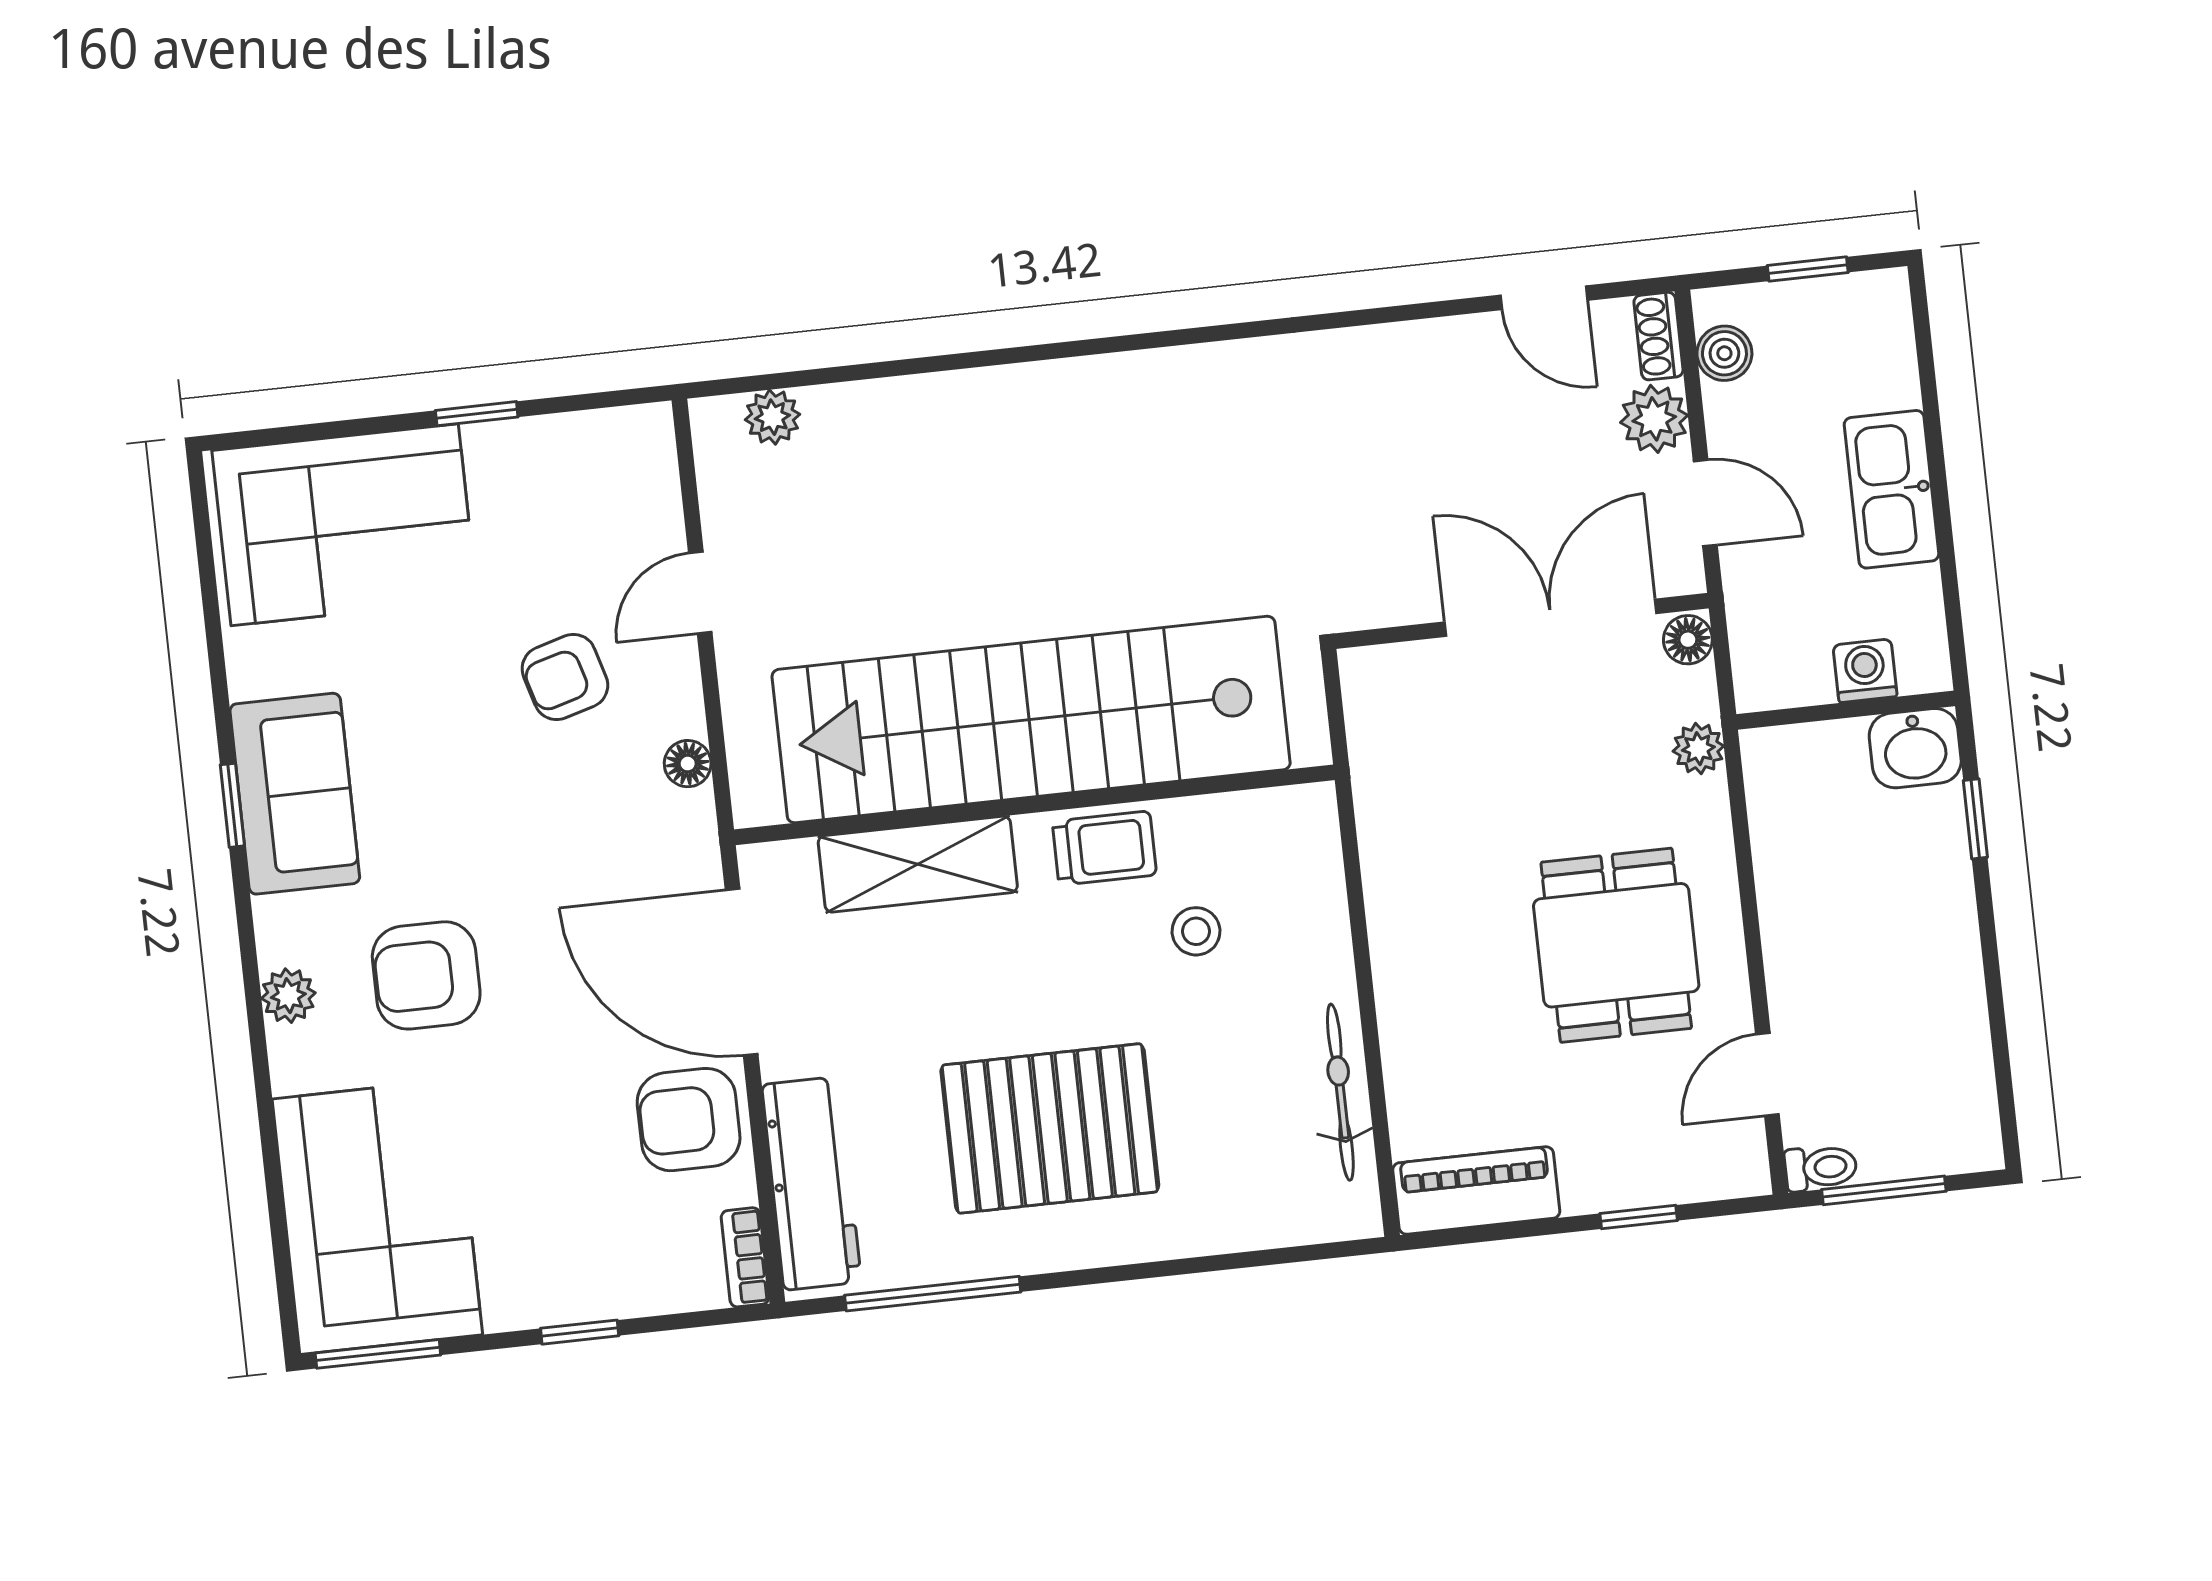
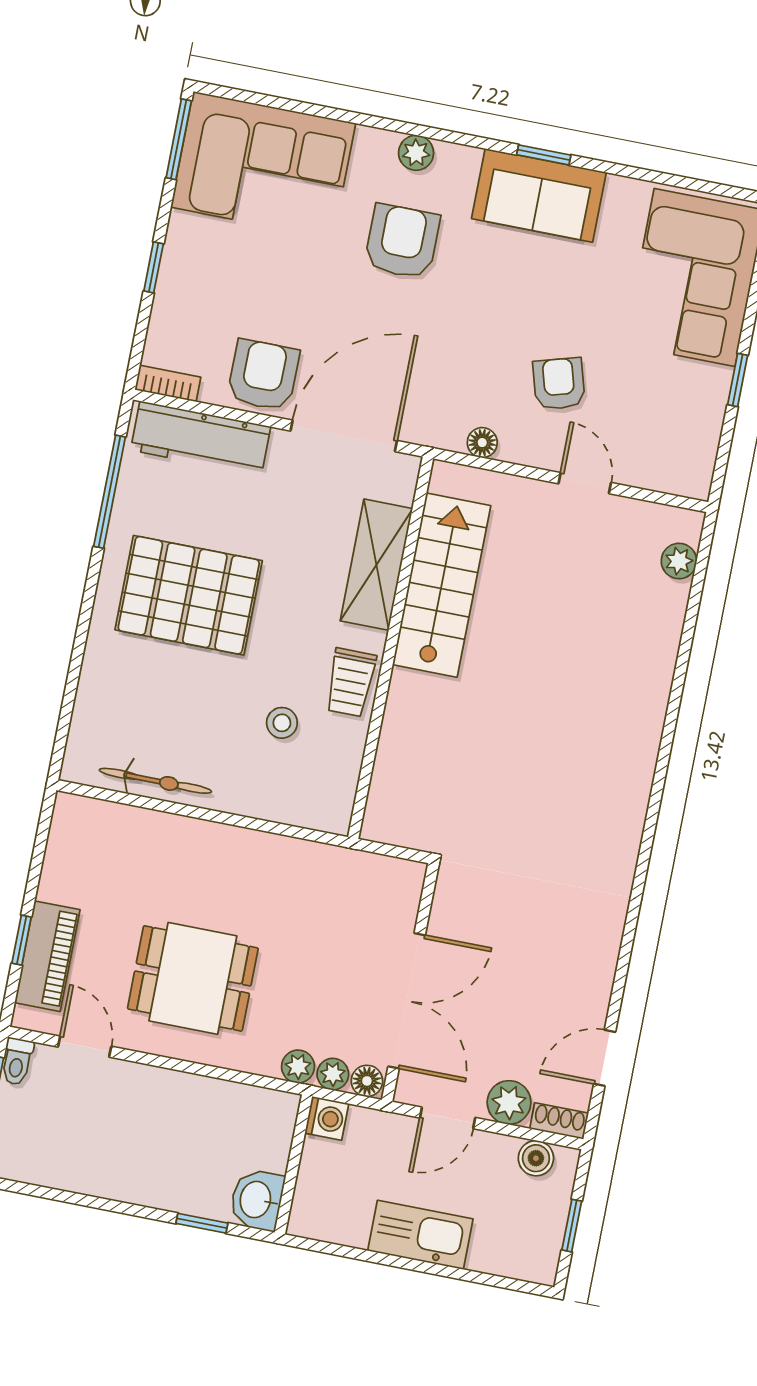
washing machine: (1865, 671) -> (327, 1118), moved
plant: (1694, 693) -> (333, 1074), added
stairs: (1031, 720) -> (442, 585), width x0.54, depth x0.66
pallet: (1050, 1128) -> (189, 595), turned 90
piano: (1476, 1191) -> (47, 956), moved

